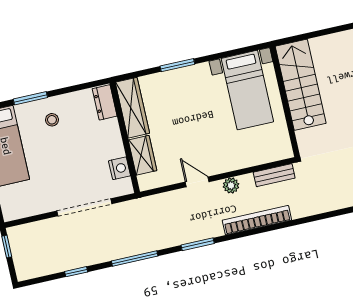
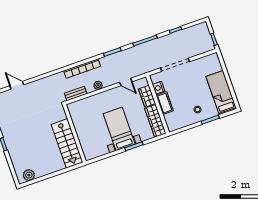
bed with nightstands: (247, 90) -> (119, 129), moved
dresser: (105, 102) -> (171, 122), removed
cot: (111, 139) -> (165, 103), added
door: (197, 182) -> (126, 82), moved

